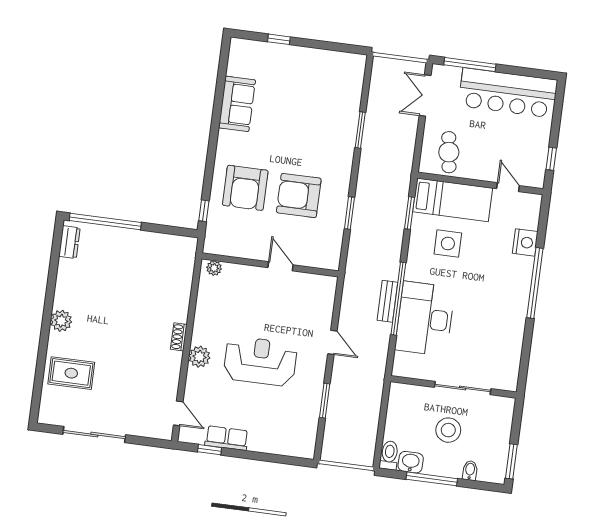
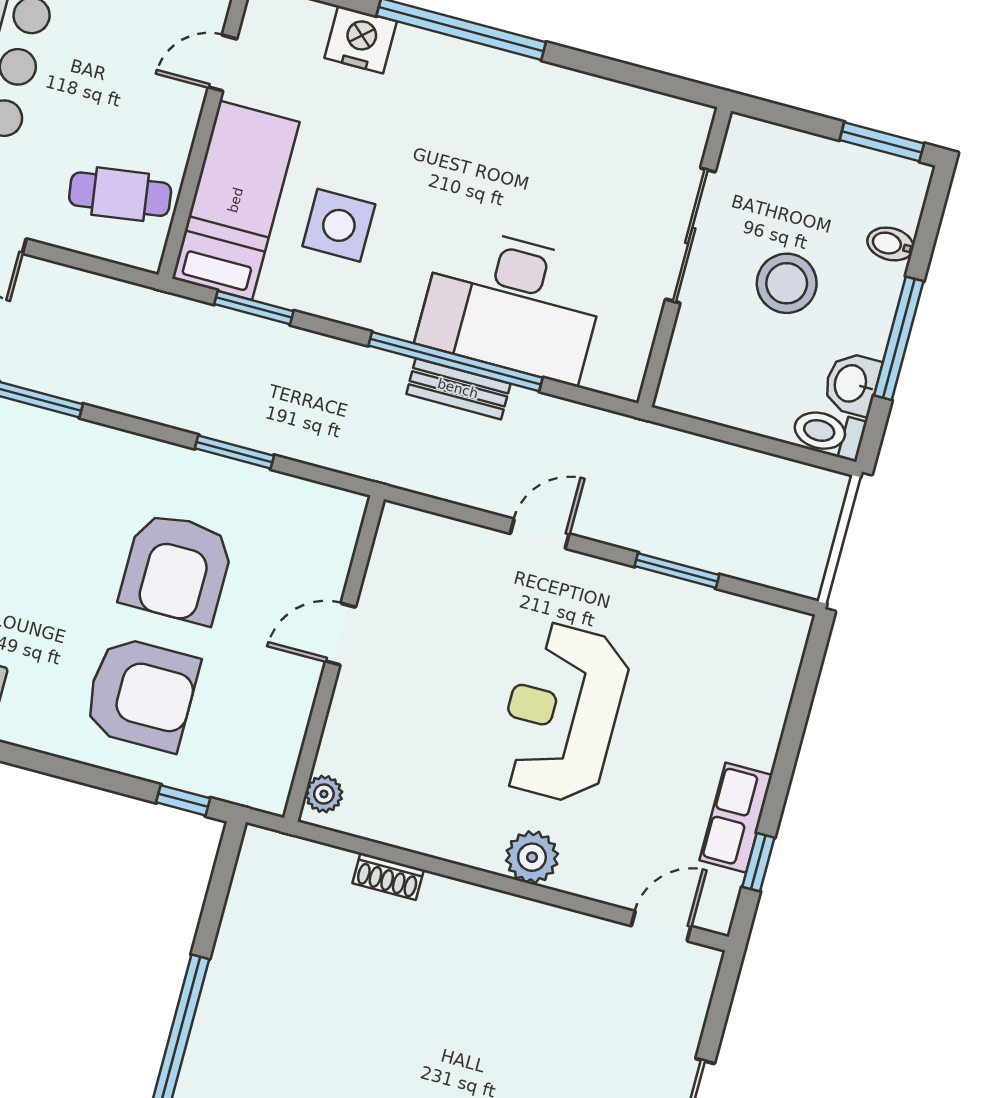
shoe rack: (179, 337) -> (388, 876), moved

